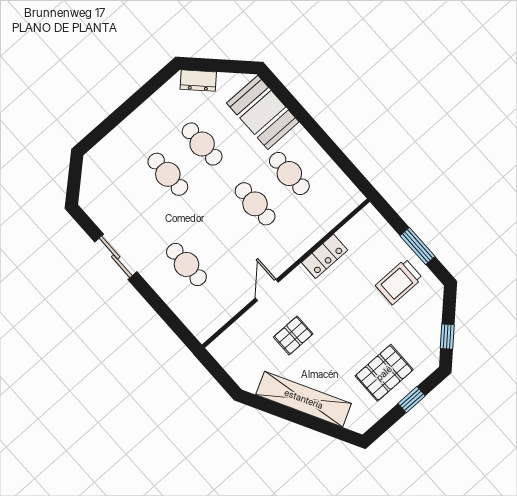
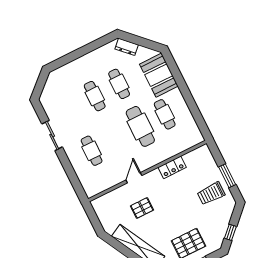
cafe table: (255, 204) -> (140, 126), width x1.37, depth x1.35

